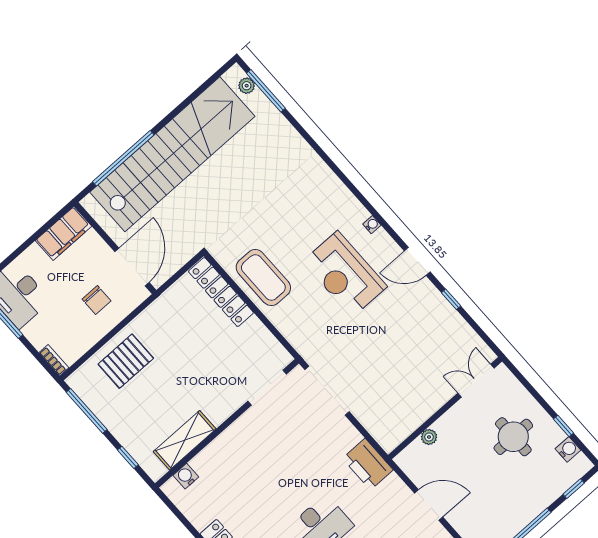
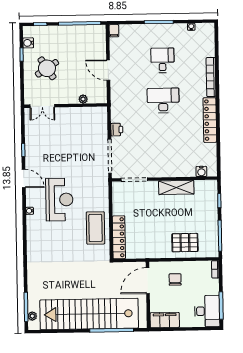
round table: (513, 437) -> (47, 68), turned -33
shelving: (185, 440) -> (176, 187), moved
printer: (368, 464) -> (117, 130), moved, width x0.53, depth x0.68

